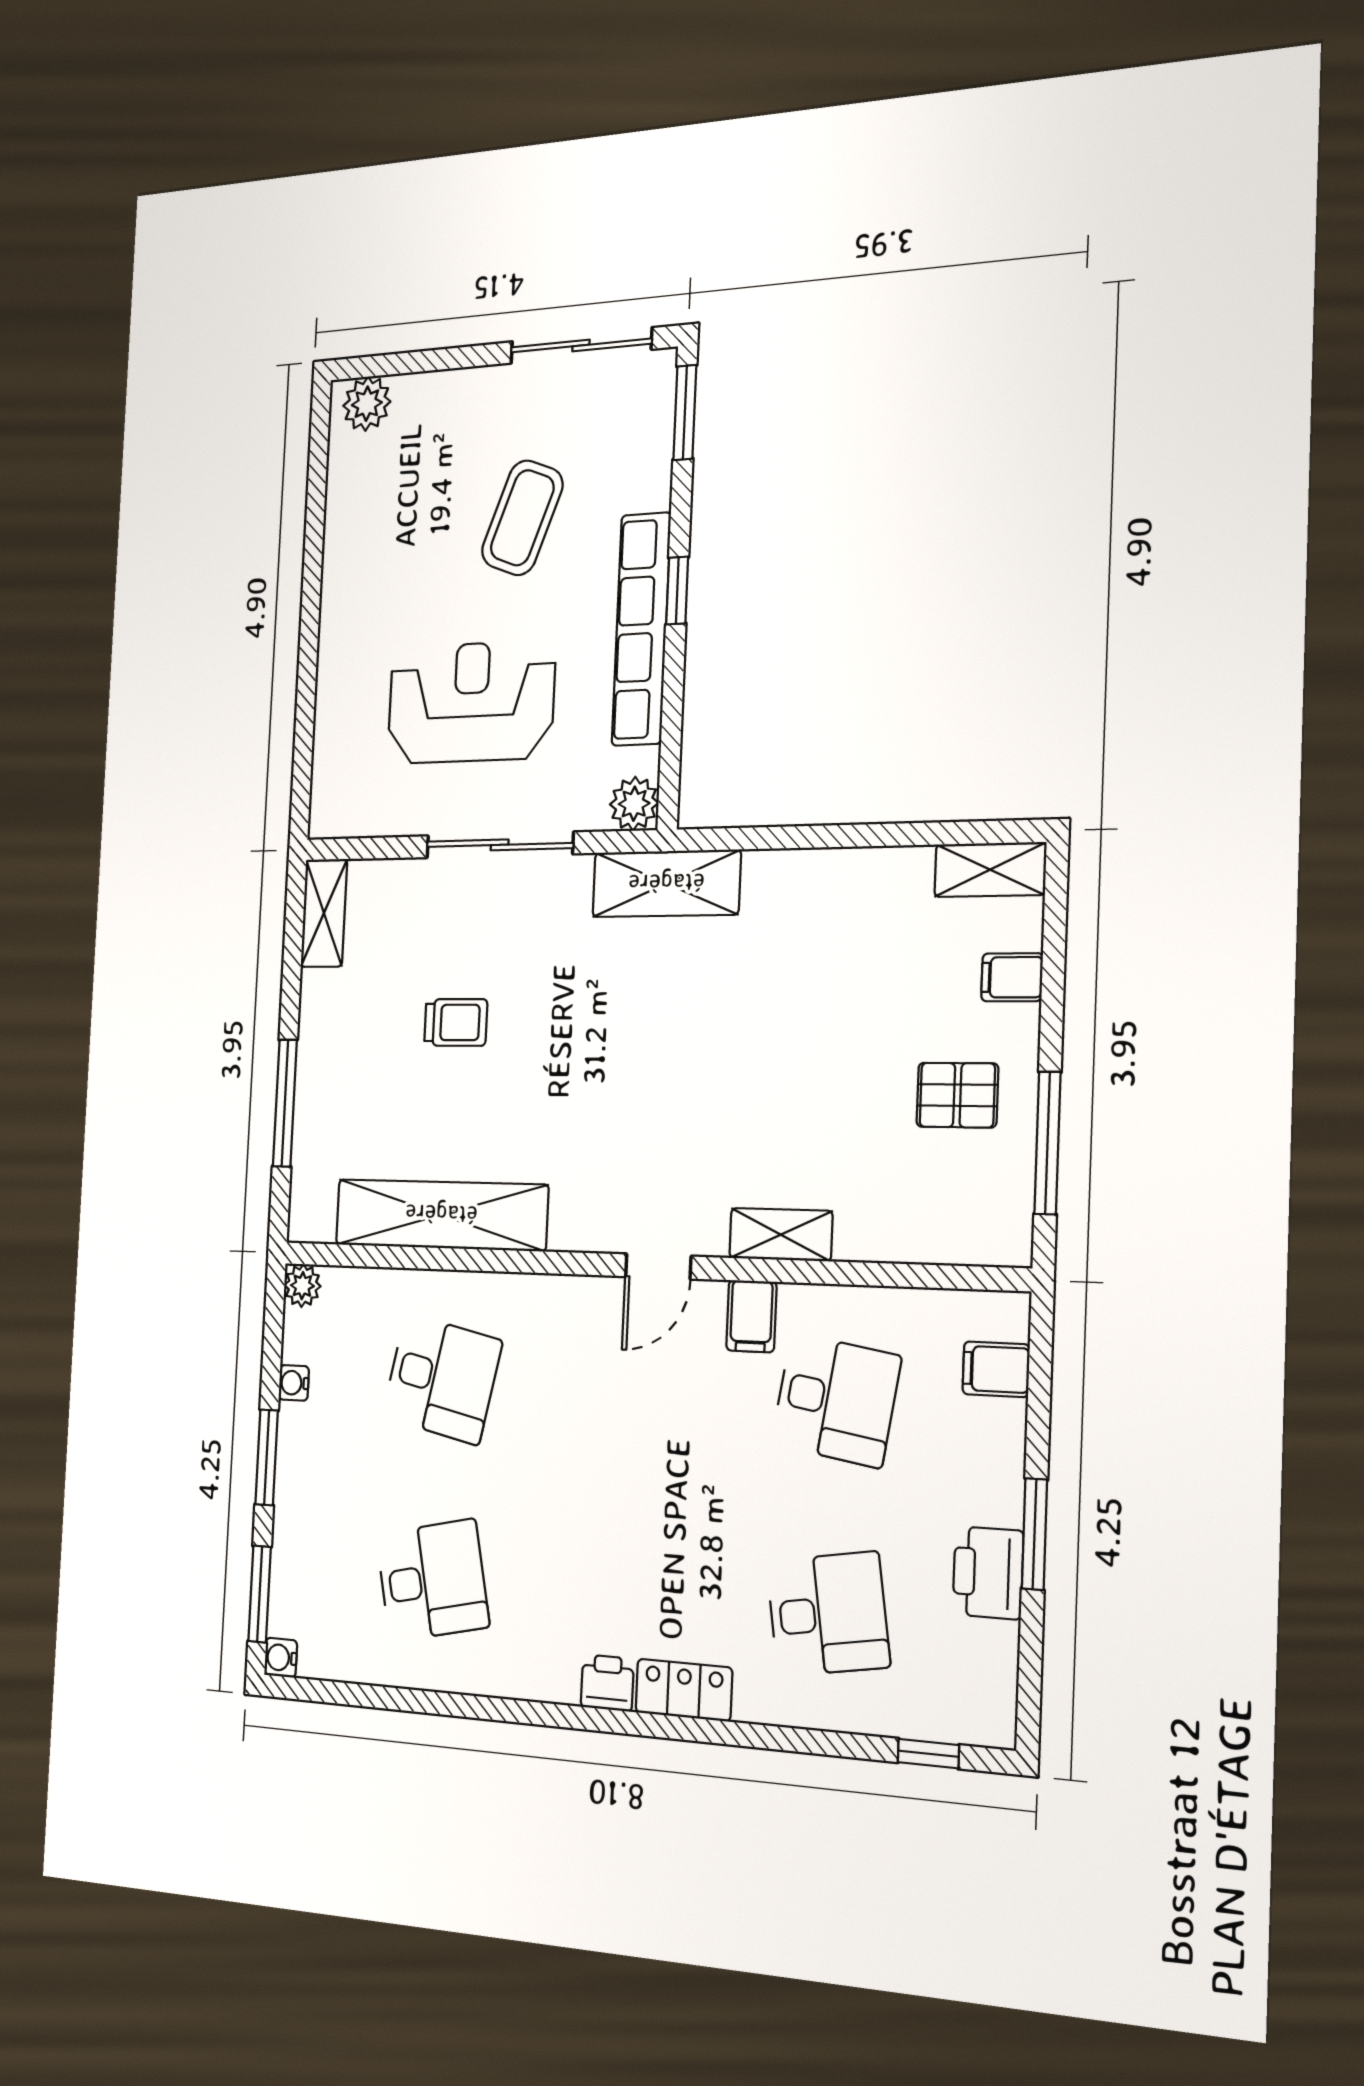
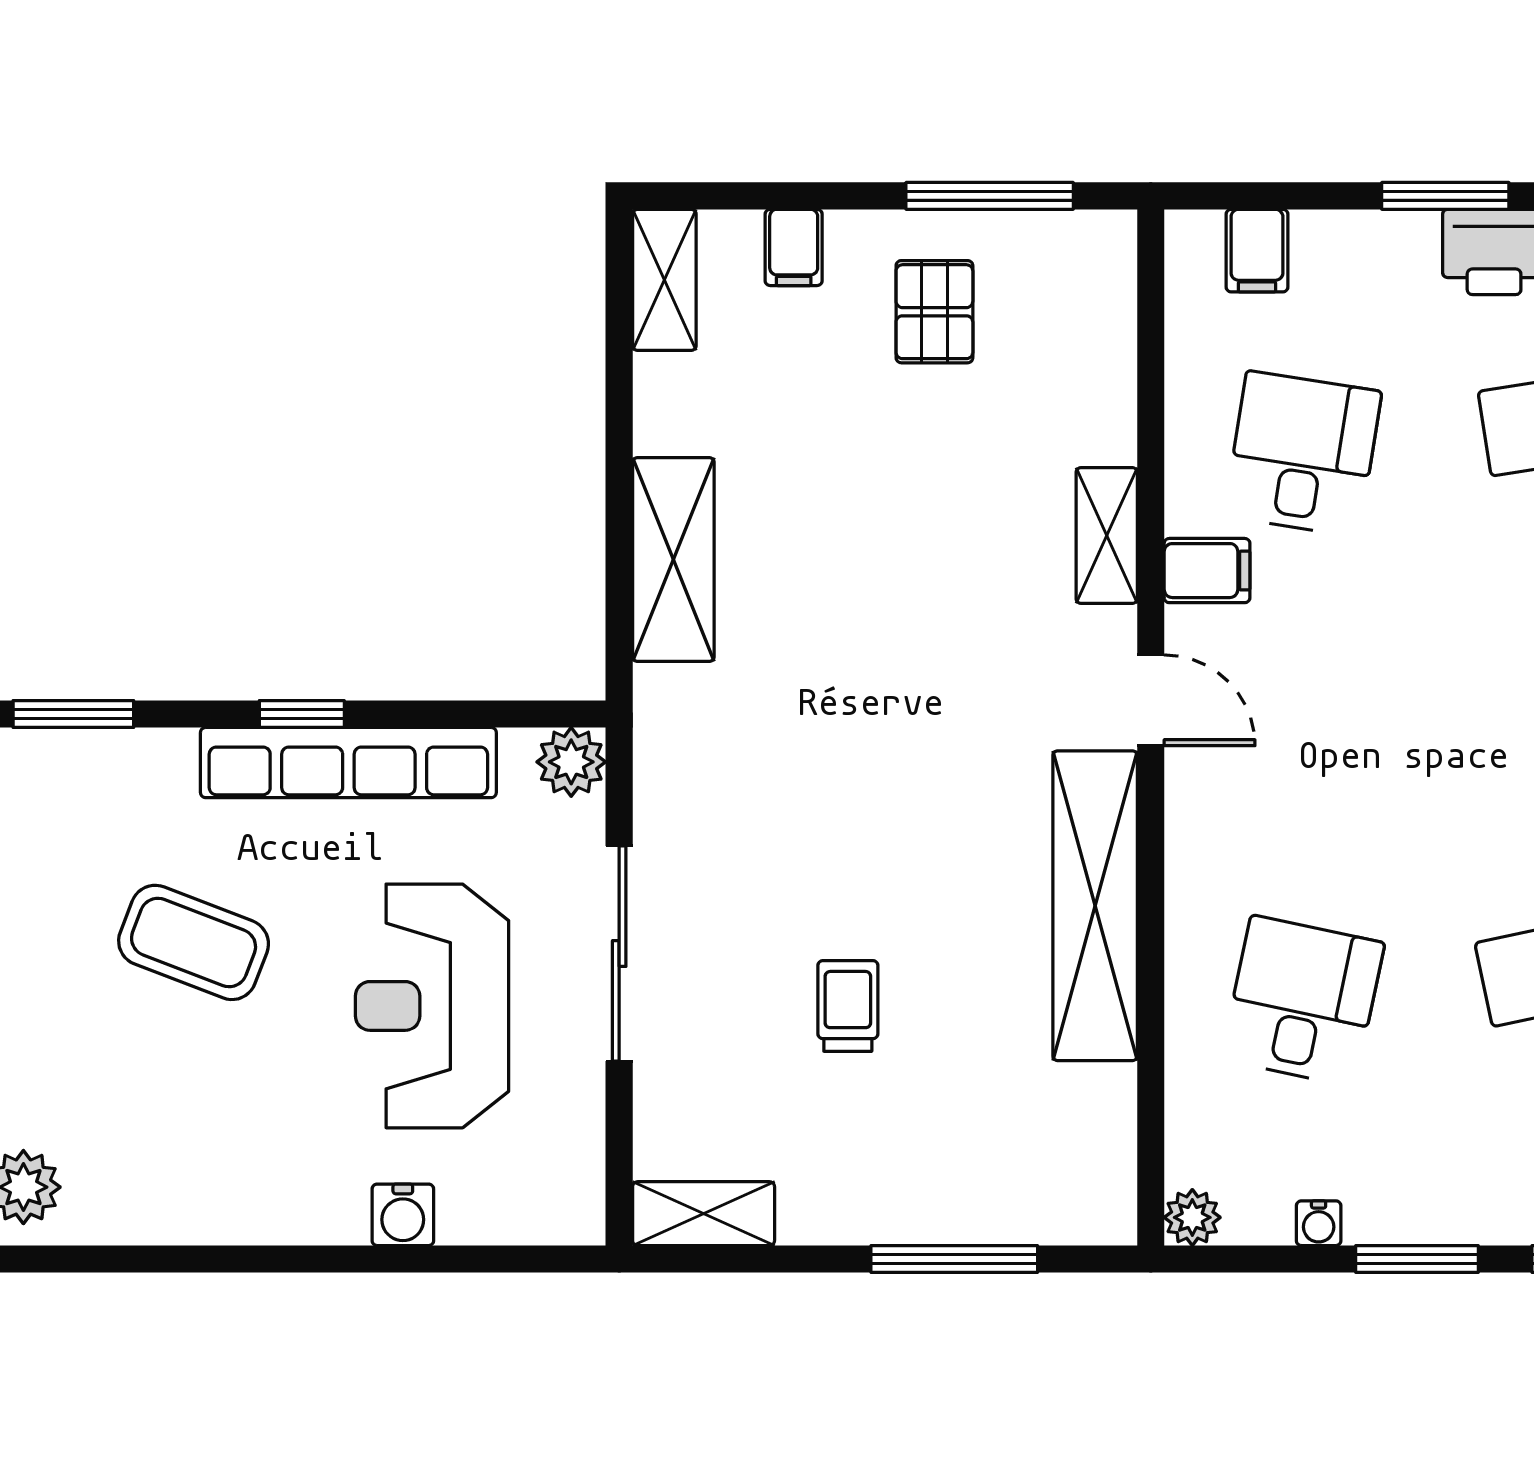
water cooler: (335, 687) -> (403, 1215), added
shelving: (666, 884) -> (673, 560), moved
shelving: (441, 1215) -> (1095, 906), moved

